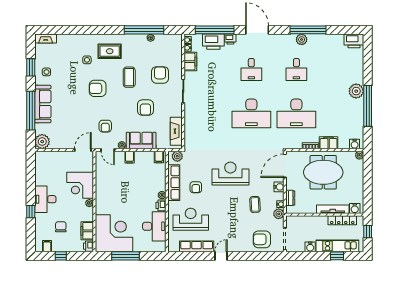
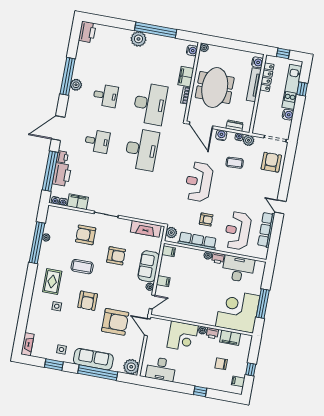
armchair: (105, 126) -> (115, 322), moved, width x1.88, depth x1.88
desk: (45, 199) -> (161, 369), moved
armchair: (262, 239) -> (271, 162), turned 180
printer: (88, 246) -> (212, 333), moved

